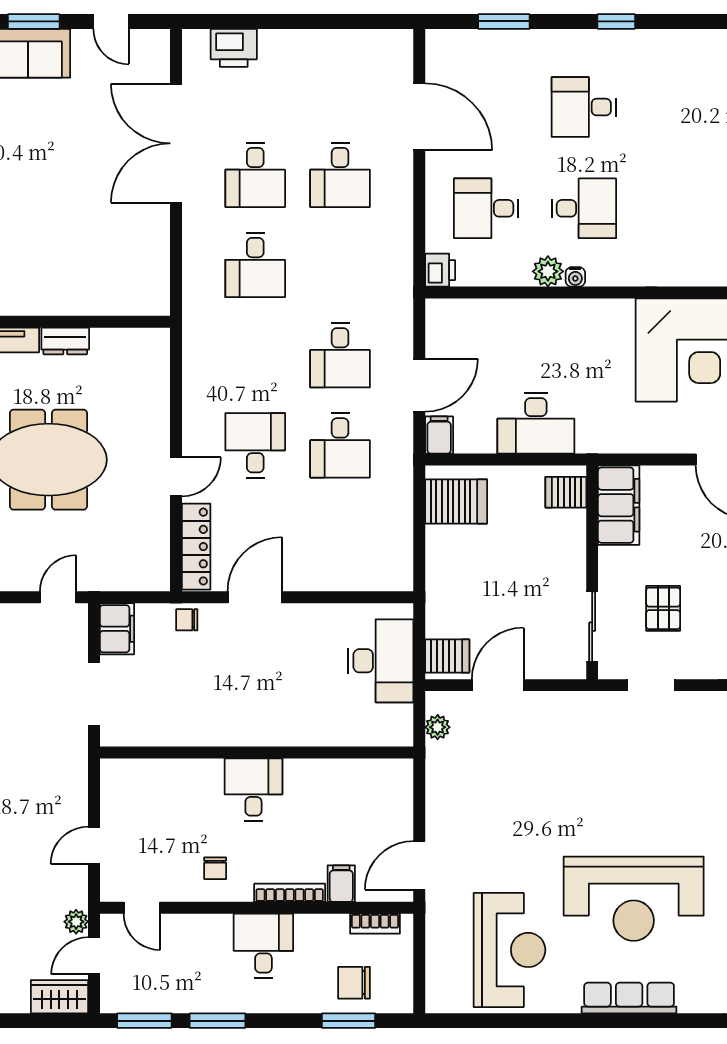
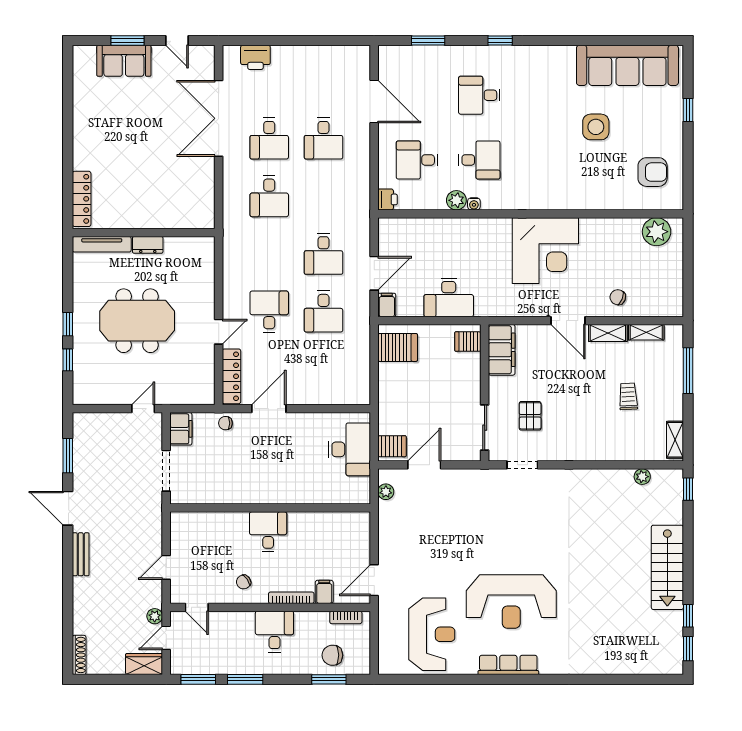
chair: (215, 868) -> (244, 582), turned 56

